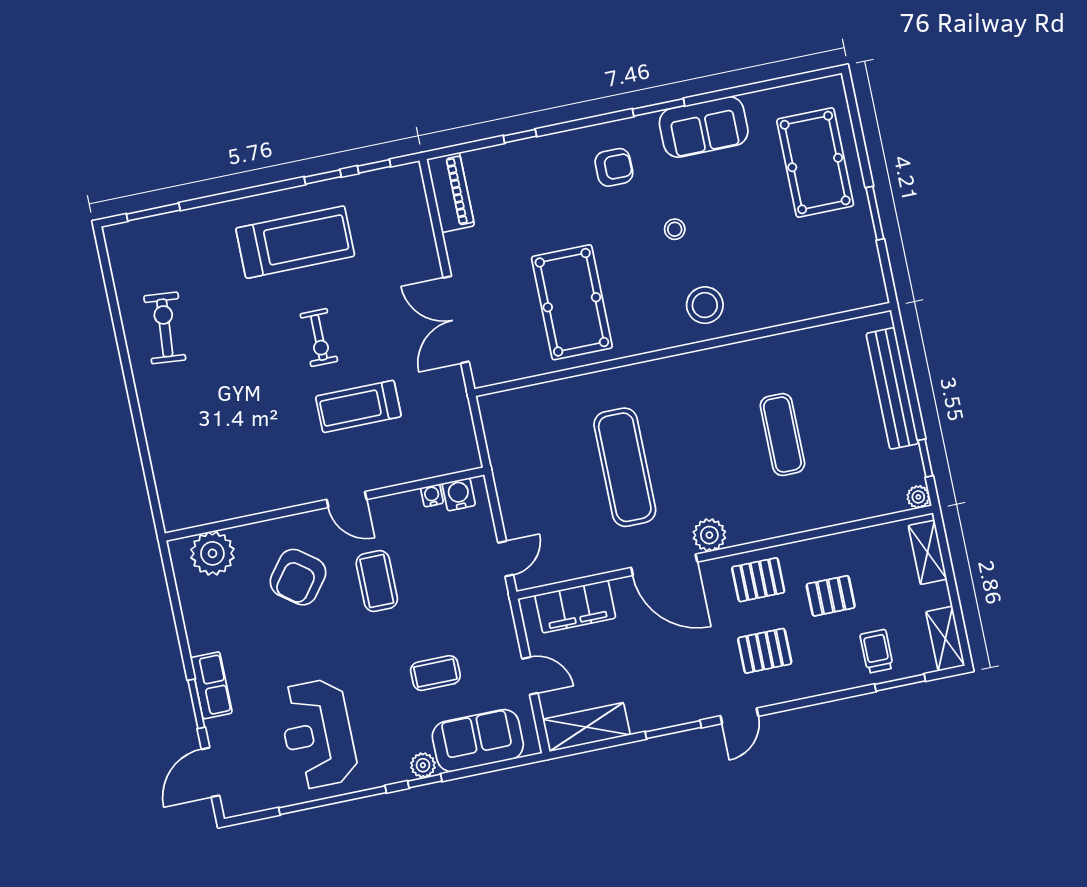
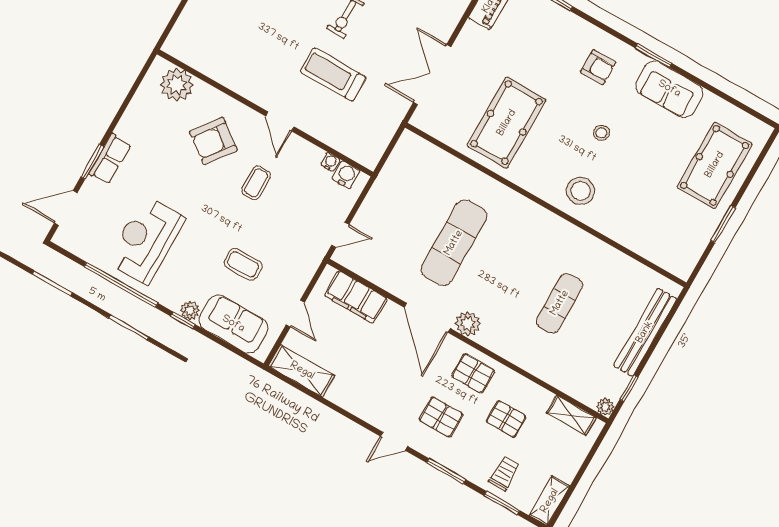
shelving: (928, 552) -> (571, 415), moved, turned 90
coffee table: (377, 581) -> (256, 183), width x0.73, depth x0.77
window: (673, 730) -> (446, 471), moved

